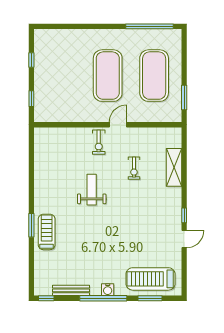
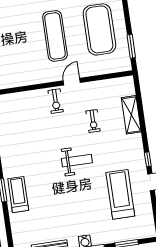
exercise mat: (108, 76) -> (55, 36), width x0.68
weight bench: (92, 190) -> (77, 161), moved, turned 90
treadmill: (151, 279) -> (120, 194), moved, turned 90

